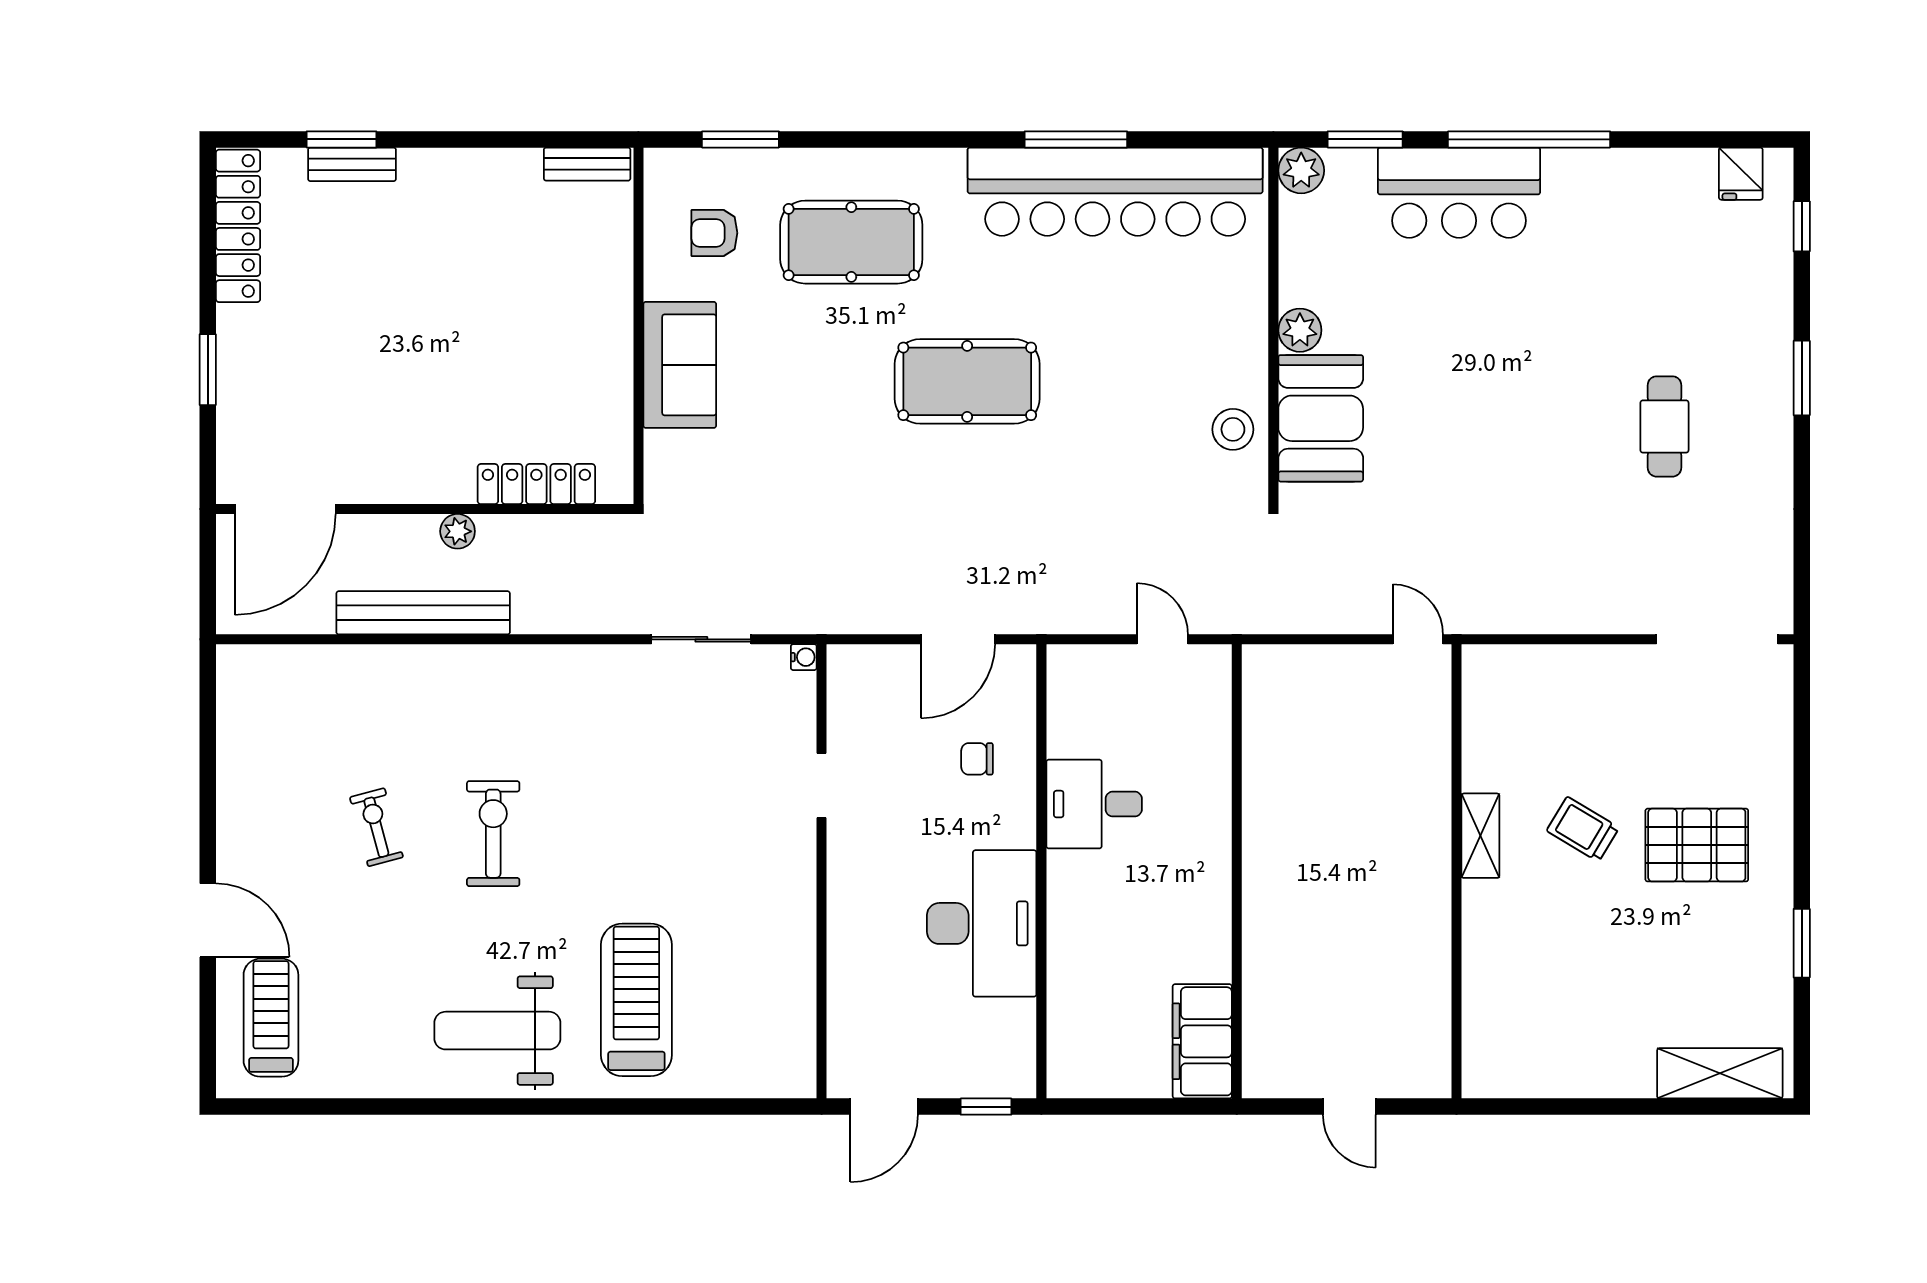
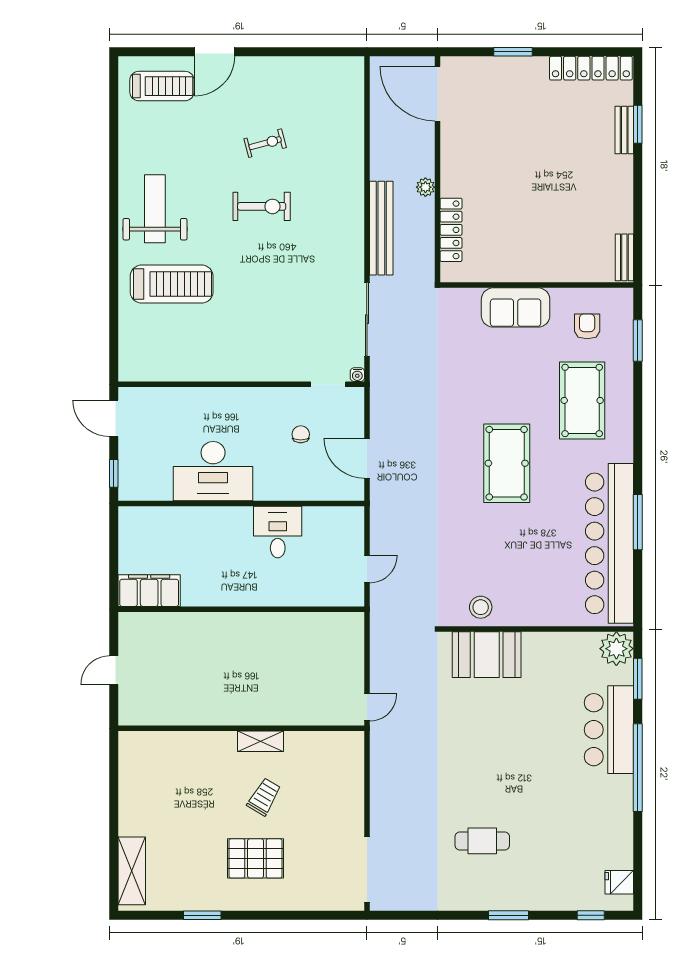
plant: (1301, 170) -> (616, 649), width x1.36, depth x1.36
plant: (1300, 330) -> (534, 643), removed
bench: (423, 613) -> (381, 228), moved
sliding door: (701, 639) -> (367, 319), width x1.37
chair: (977, 759) -> (301, 434), moved
doorway: (822, 786) -> (328, 384), moved
pallet: (1697, 845) -> (256, 858), turned 90

